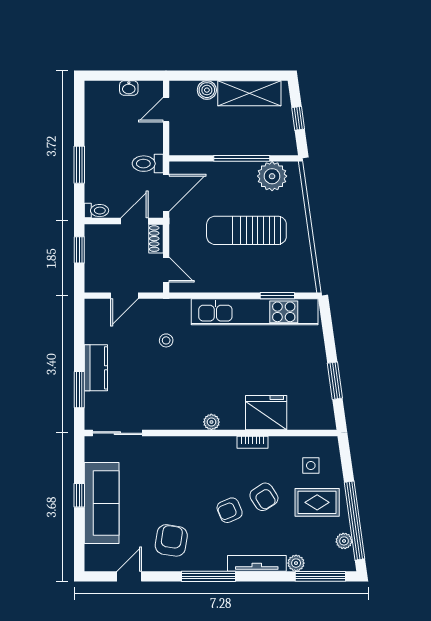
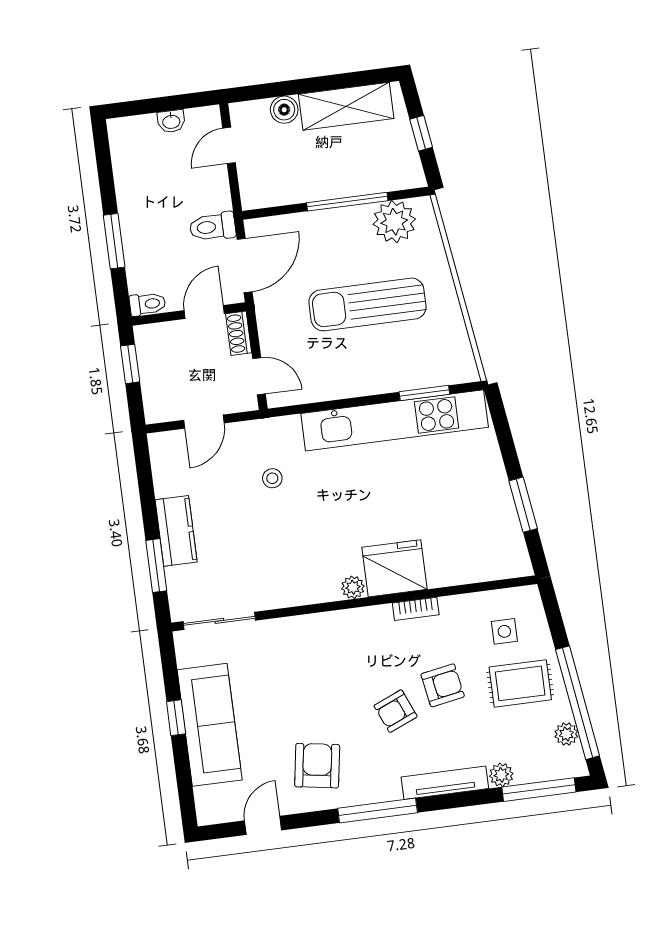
fridge: (266, 413) -> (394, 568), moved
armchair: (264, 497) -> (443, 685), turned -67

